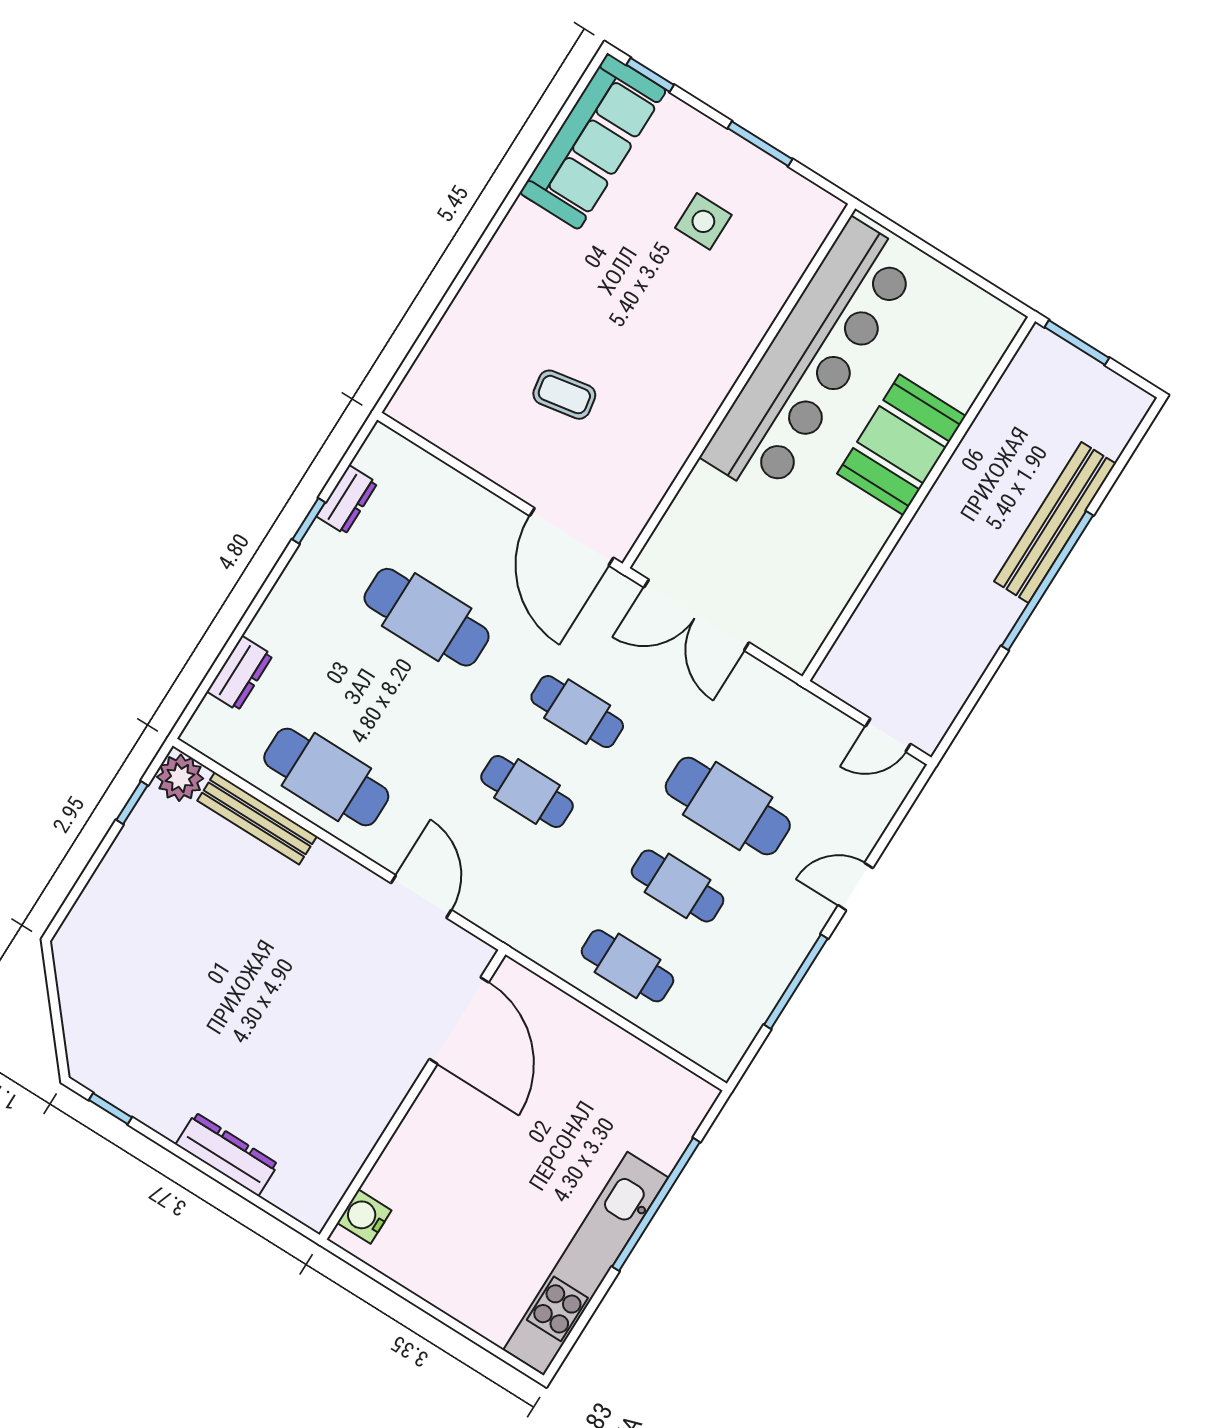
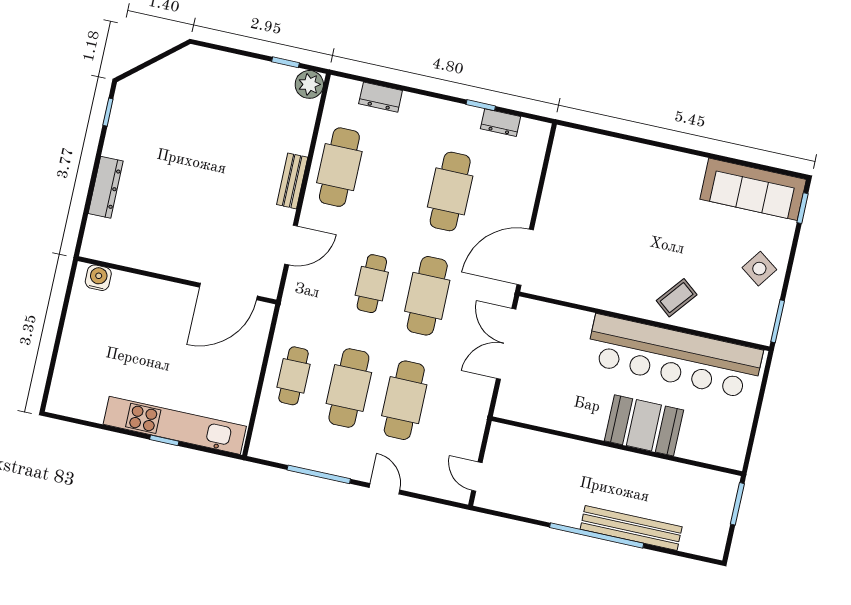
window: (760, 144) -> (778, 321), moved
side table: (703, 221) -> (759, 269), moved, turned 36
coffee table: (564, 395) -> (677, 298), moved, turned 49
cafe table: (577, 712) -> (427, 296), width x1.37, depth x1.35
bench: (257, 818) -> (292, 181), moved, width x0.73
cafe table: (678, 886) -> (349, 388), width x1.37, depth x1.35
window: (656, 1204) -> (164, 440), width x0.32
kitchen unit: (586, 1263) -> (175, 425), moved

